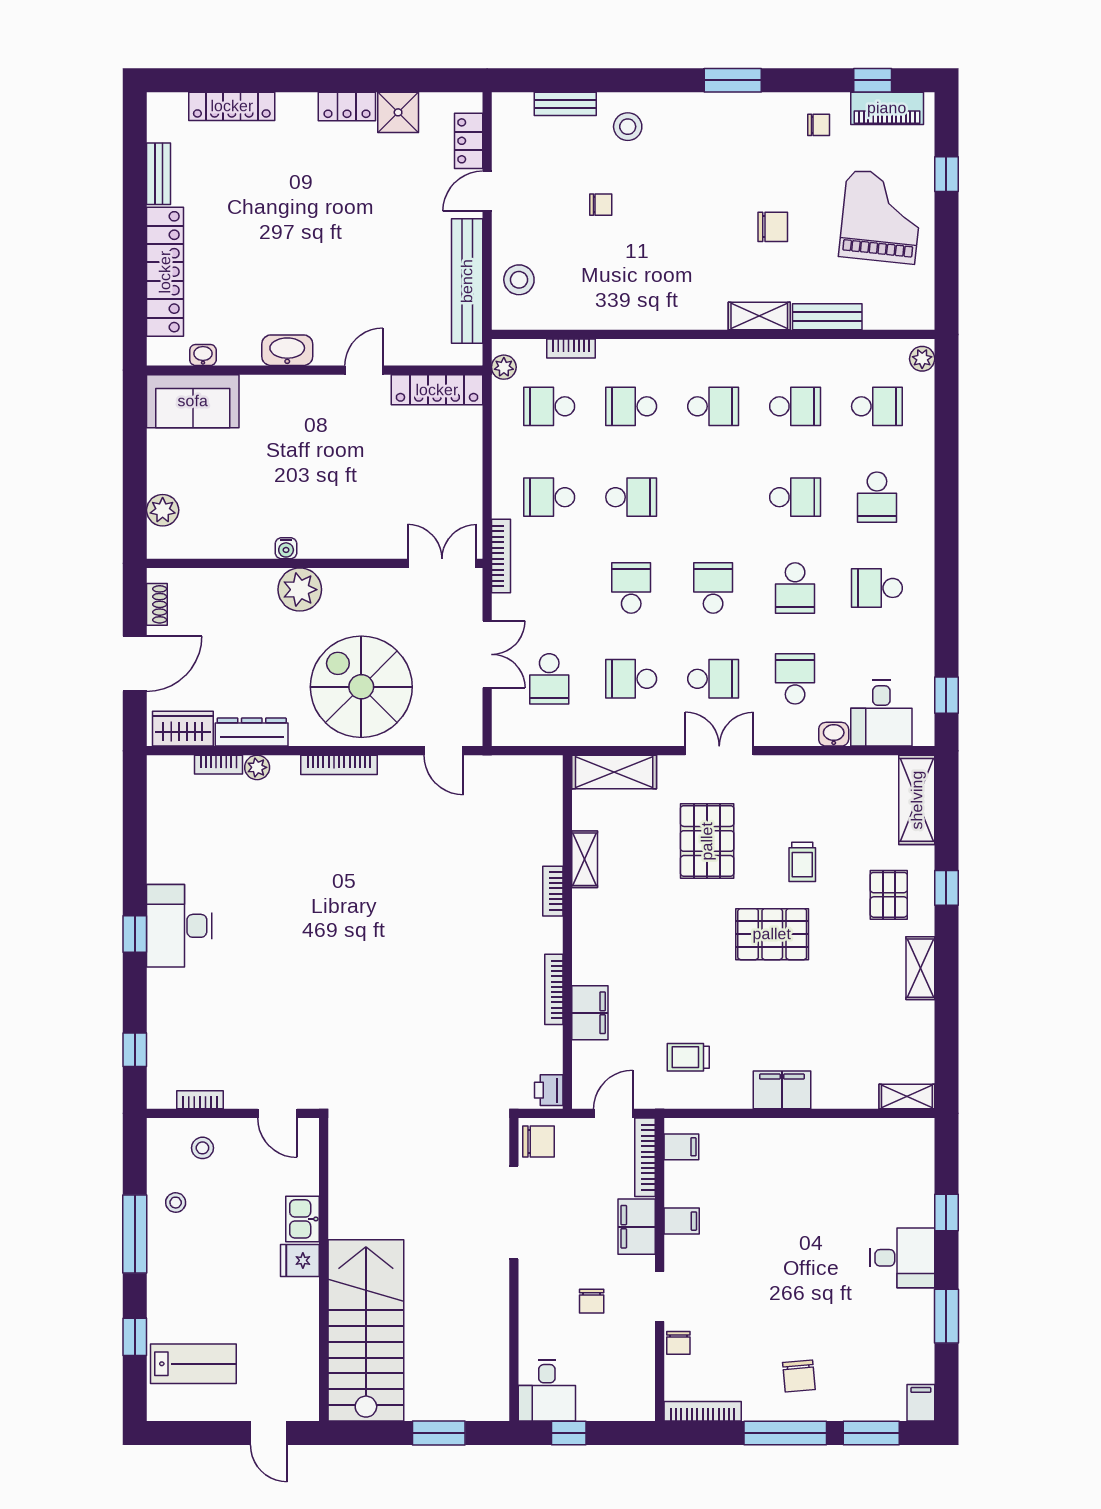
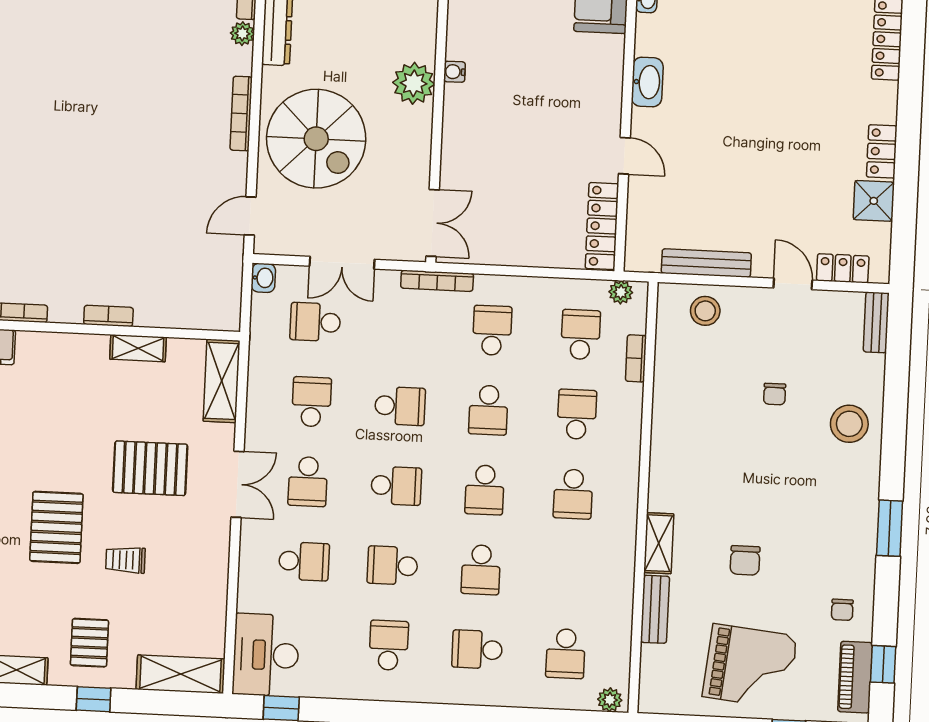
bench: (565, 104) -> (876, 322), moved
stool: (628, 127) -> (849, 424), width x1.38, depth x1.38
bench: (467, 281) -> (706, 263), width x0.73, depth x0.82
school desk: (795, 406) -> (485, 490), moved
spiral stairs: (361, 687) -> (316, 139), turned 90
desk: (881, 713) -> (266, 655), width x1.37
washbasin: (834, 734) -> (263, 278), moved
pallet: (889, 895) -> (89, 643), turned 90

